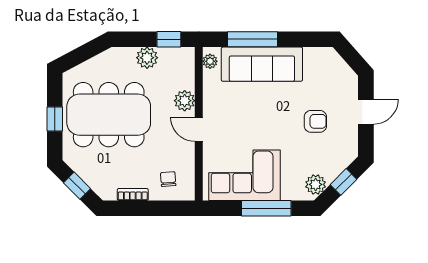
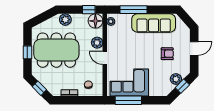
plant: (147, 58) -> (65, 20), moved
floor lamp: (182, 60) -> (95, 21), added
sofa: (262, 64) -> (154, 23), moved
plant: (316, 184) -> (176, 79), moved
window: (266, 208) -> (128, 100), moved

